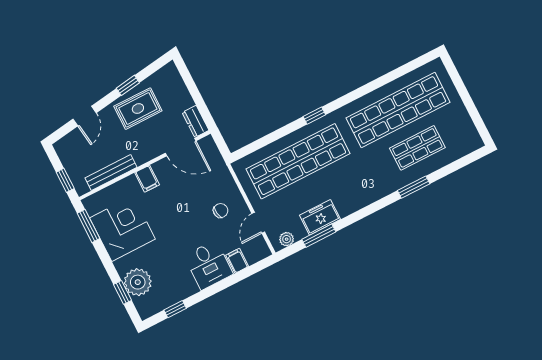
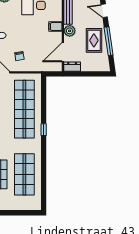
window: (128, 85) -> (109, 41), width x2.17
shop shelf: (398, 110) -> (24, 174), width x0.71
plant: (143, 153) -> (70, 31), added

